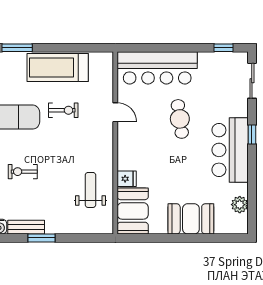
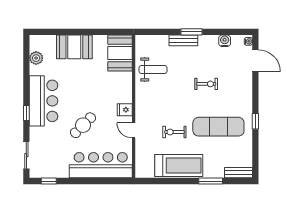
cafe table: (180, 119) -> (83, 125), turned 53
fridge: (127, 179) -> (125, 110), moved
weight bench: (90, 190) -> (153, 69), turned -90
bench: (26, 227) -> (183, 40), moved

